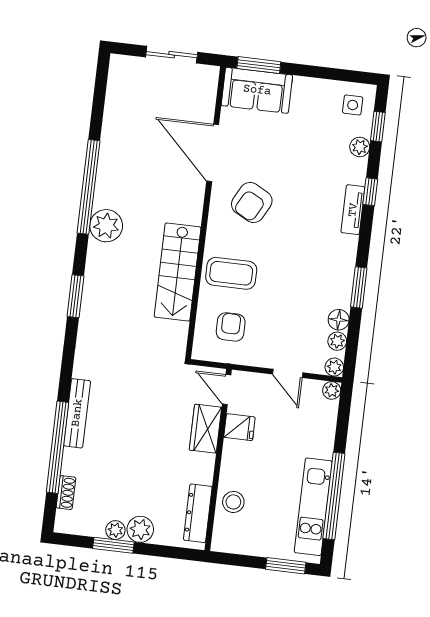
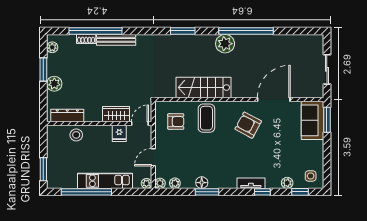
floor lamp: (339, 320) -> (202, 183), moved
shoe rack: (66, 493) -> (86, 39), moved
kitchen unit: (313, 507) -> (105, 181), moved
plant: (115, 530) -> (52, 47), moved

